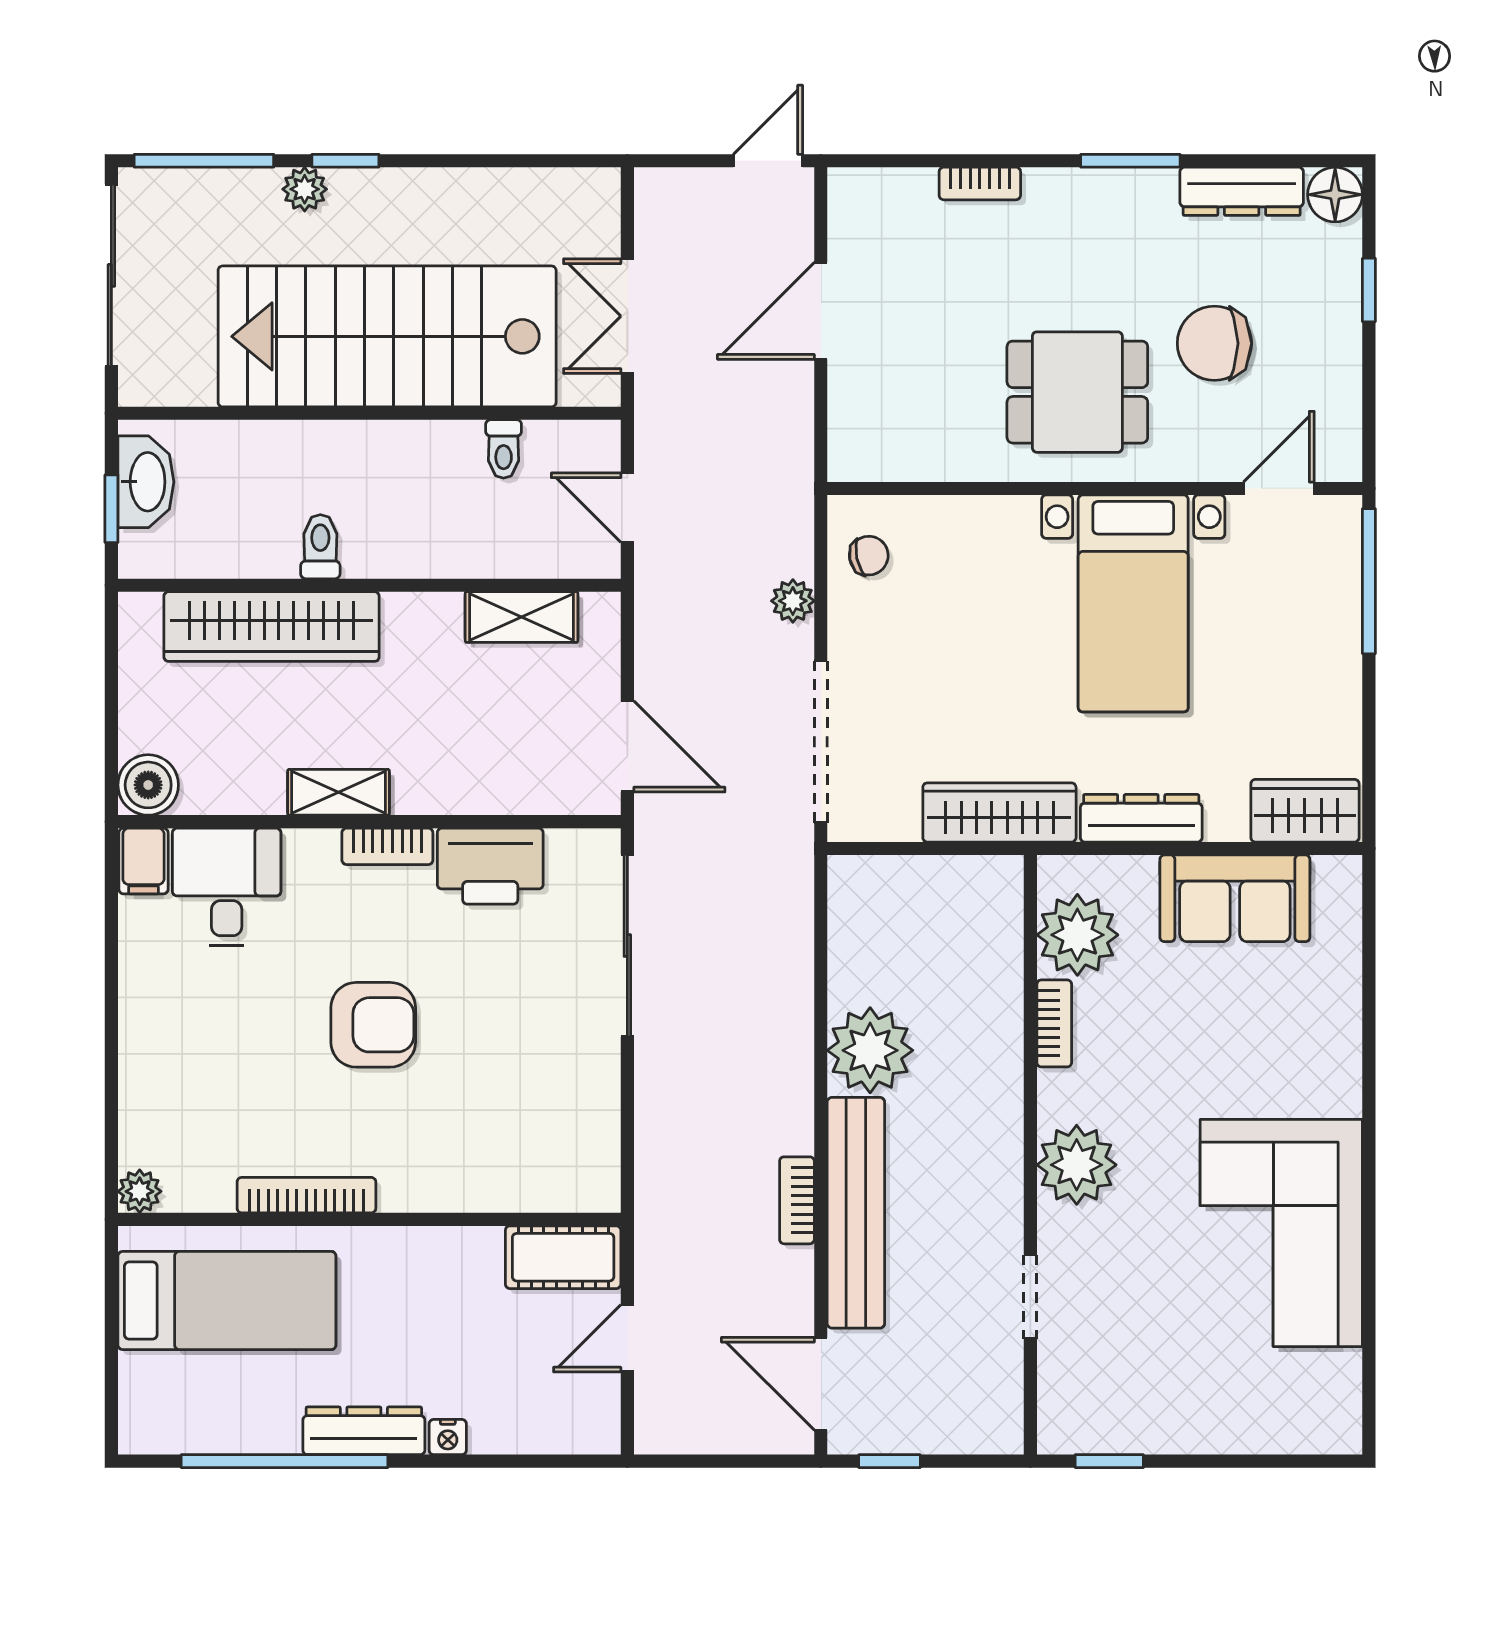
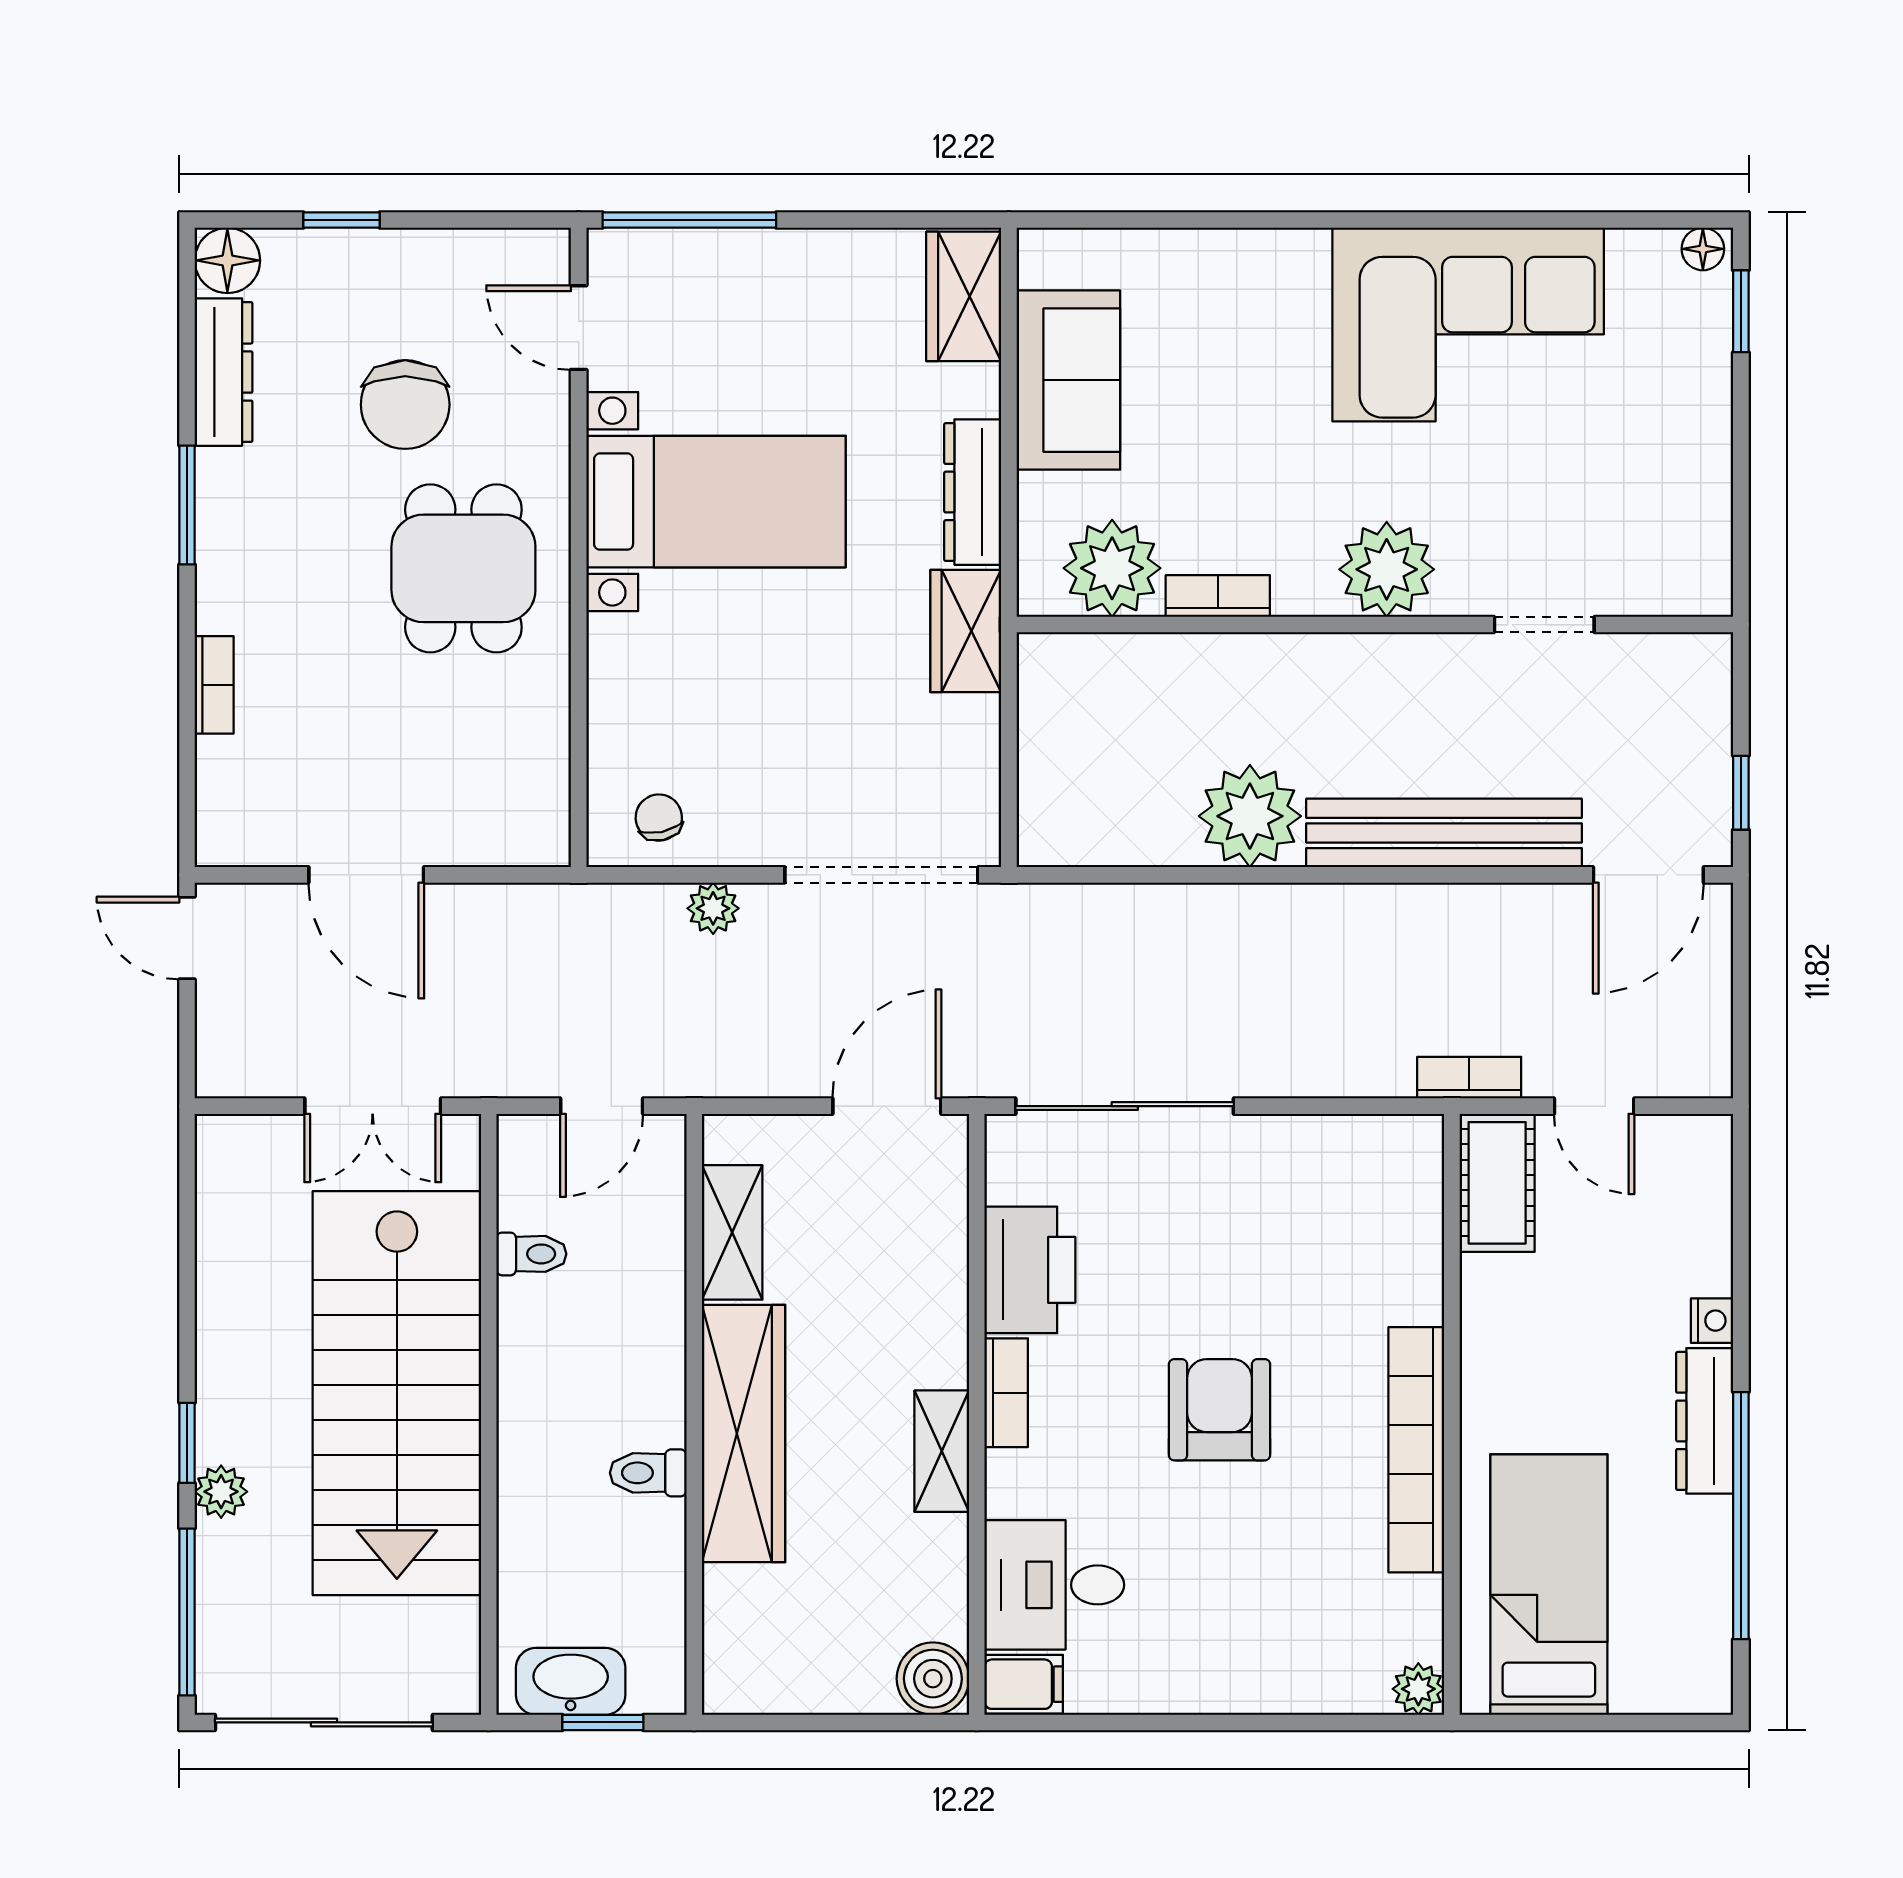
wardrobe: (272, 627) -> (744, 1433), moved
wardrobe: (999, 812) -> (966, 631), width x0.67
bookcase: (306, 1195) -> (1416, 1450), width x1.48, depth x1.31
bookcase: (797, 1200) -> (1469, 1078), moved, turned 180
floor lamp: (1345, 1429) -> (1703, 249), added
window: (1109, 1461) -> (1741, 311), moved

